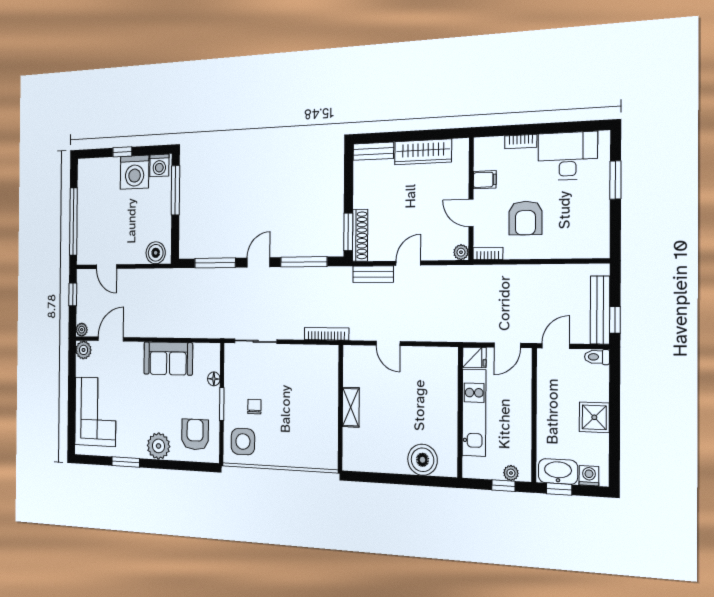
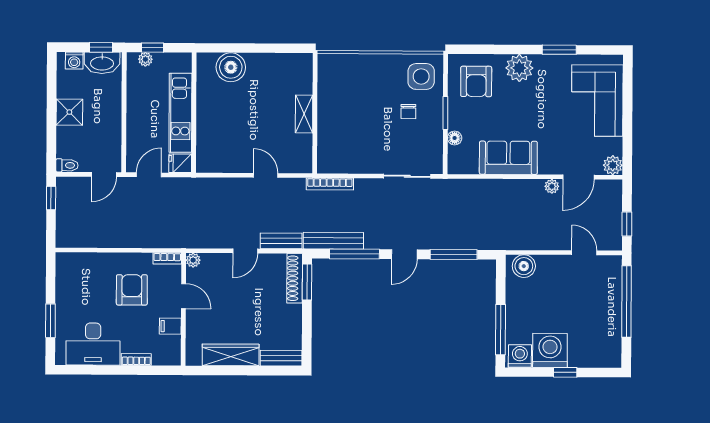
bench: (600, 310) -> (333, 241), moved, turned 90
plant: (82, 330) -> (552, 186), moved

